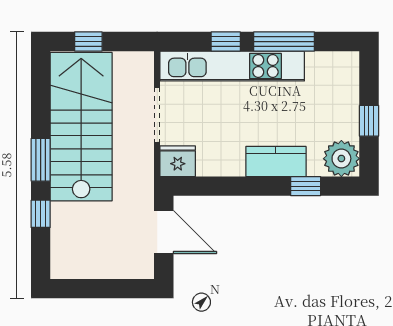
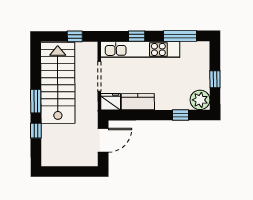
window: (88, 42) -> (75, 36), moved
window: (284, 42) -> (180, 36), moved
kitchen counter: (276, 161) -> (138, 102), moved
door: (164, 232) -> (103, 140), hinge flipped

